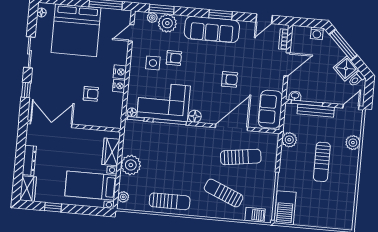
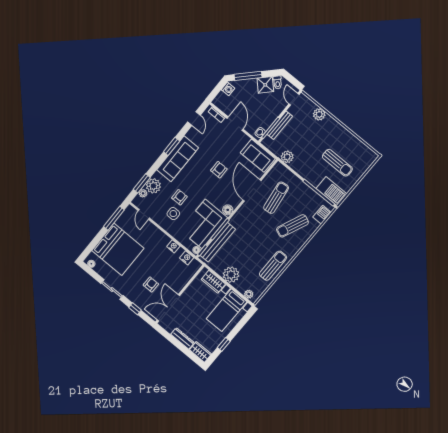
nightstand: (120, 72) -> (187, 258), moved
armchair: (91, 94) -> (151, 284), moved
bench: (155, 129) -> (218, 242), added
sun lounger: (322, 162) -> (337, 163), moved

